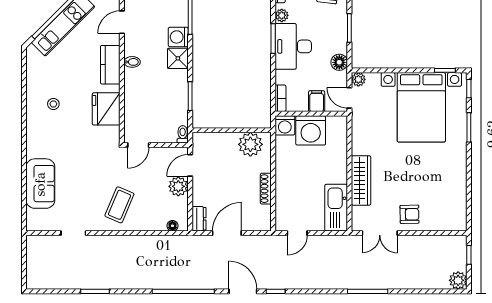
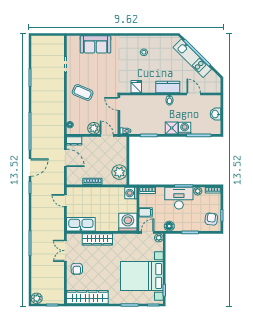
fridge: (106, 109) -> (136, 87), width x0.53, depth x0.75
washing machine: (311, 130) -> (128, 222), moved, turned 90
wardrobe: (456, 197) -> (87, 297), added

